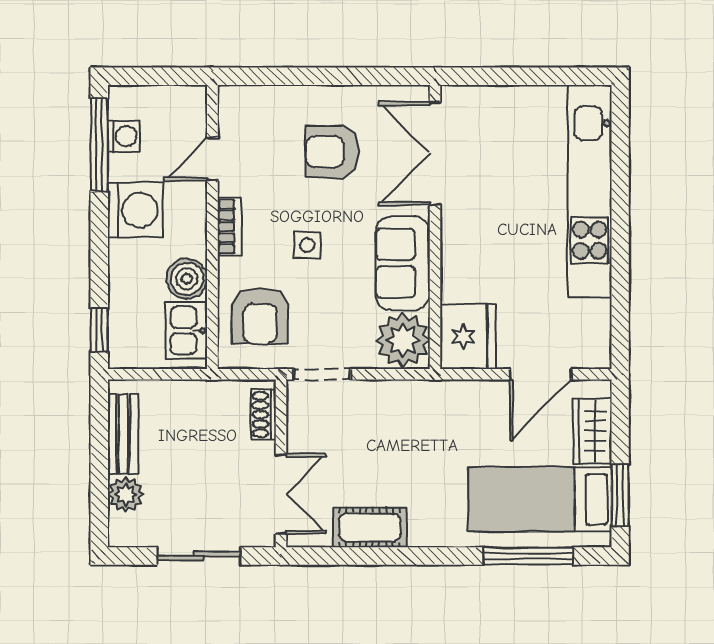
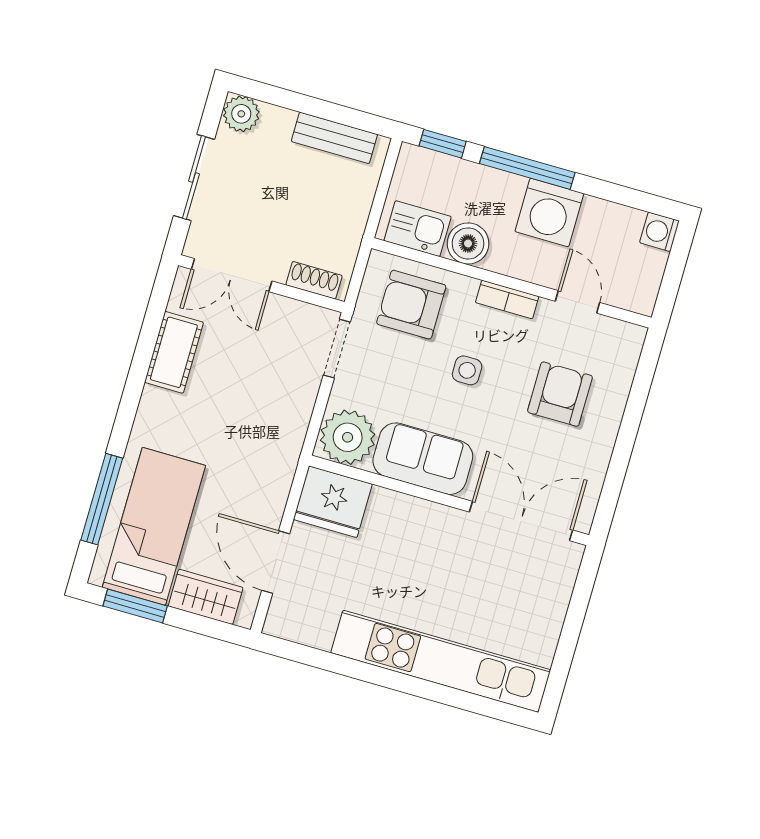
washing machine: (124, 136) -> (659, 232), moved, turned 90
window: (99, 145) -> (527, 168), moved
armchair: (332, 152) -> (560, 394), moved
plant: (126, 494) -> (241, 114), moved

